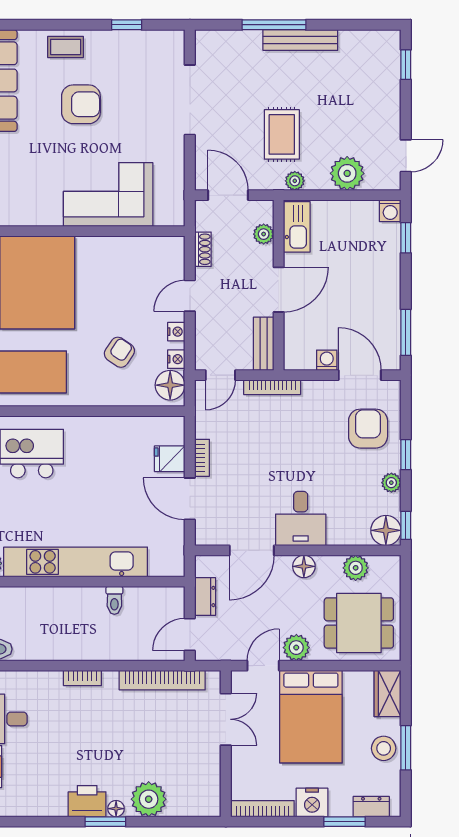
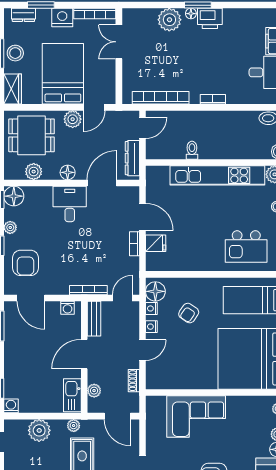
washing machine: (327, 360) -> (68, 308), moved
dresser: (205, 596) -> (132, 158), width x1.44
double door: (226, 719) -> (119, 42), moved

